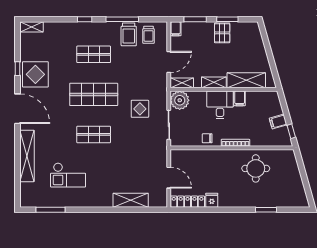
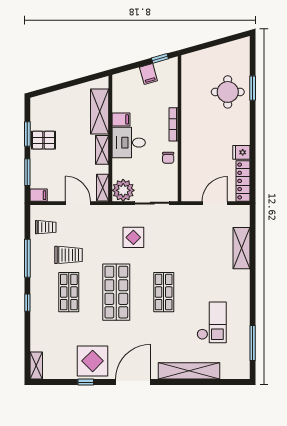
trolley: (129, 34) -> (69, 255), moved
round table: (256, 168) -> (228, 92), moved

